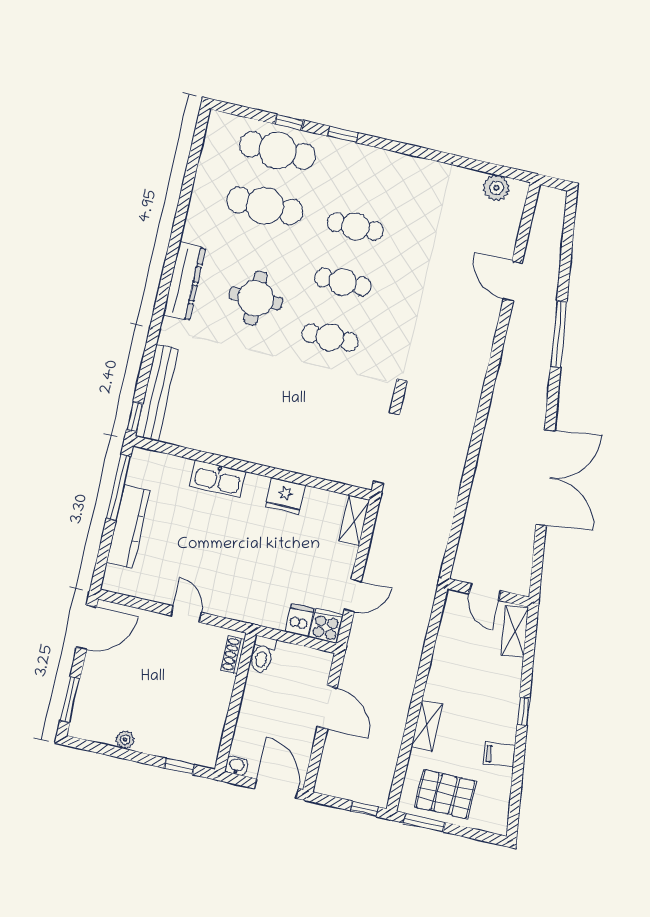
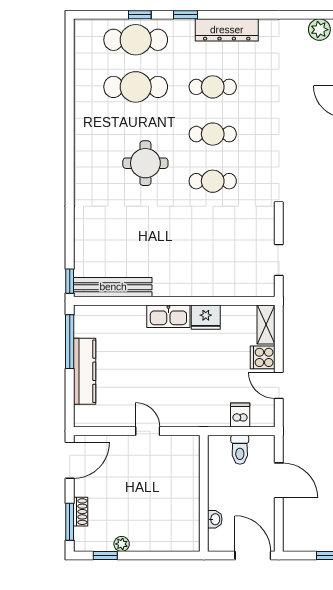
dresser: (184, 281) -> (227, 30), moved, turned 90
bench: (157, 393) -> (113, 287), moved, turned 90
doorway: (387, 448) -> (279, 260), width x0.53
kitchen sink: (218, 479) -> (168, 316), moved
door: (353, 596) -> (279, 385), swing flipped
cooker: (326, 626) -> (263, 357), moved, turned -90
toilet: (262, 654) -> (240, 450), moved
shoe rack: (233, 655) -> (81, 512), moved, turned 180
window: (179, 766) -> (105, 556), moved
washbasin: (237, 766) -> (215, 519), moved, turned 90

